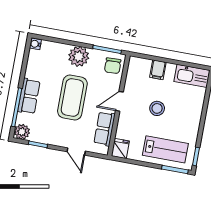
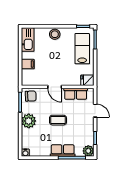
coffee table: (72, 97) -> (58, 120), width x0.54, depth x0.58
stool: (157, 108) -> (55, 34), moved
door: (76, 151) -> (95, 111), hinge flipped

